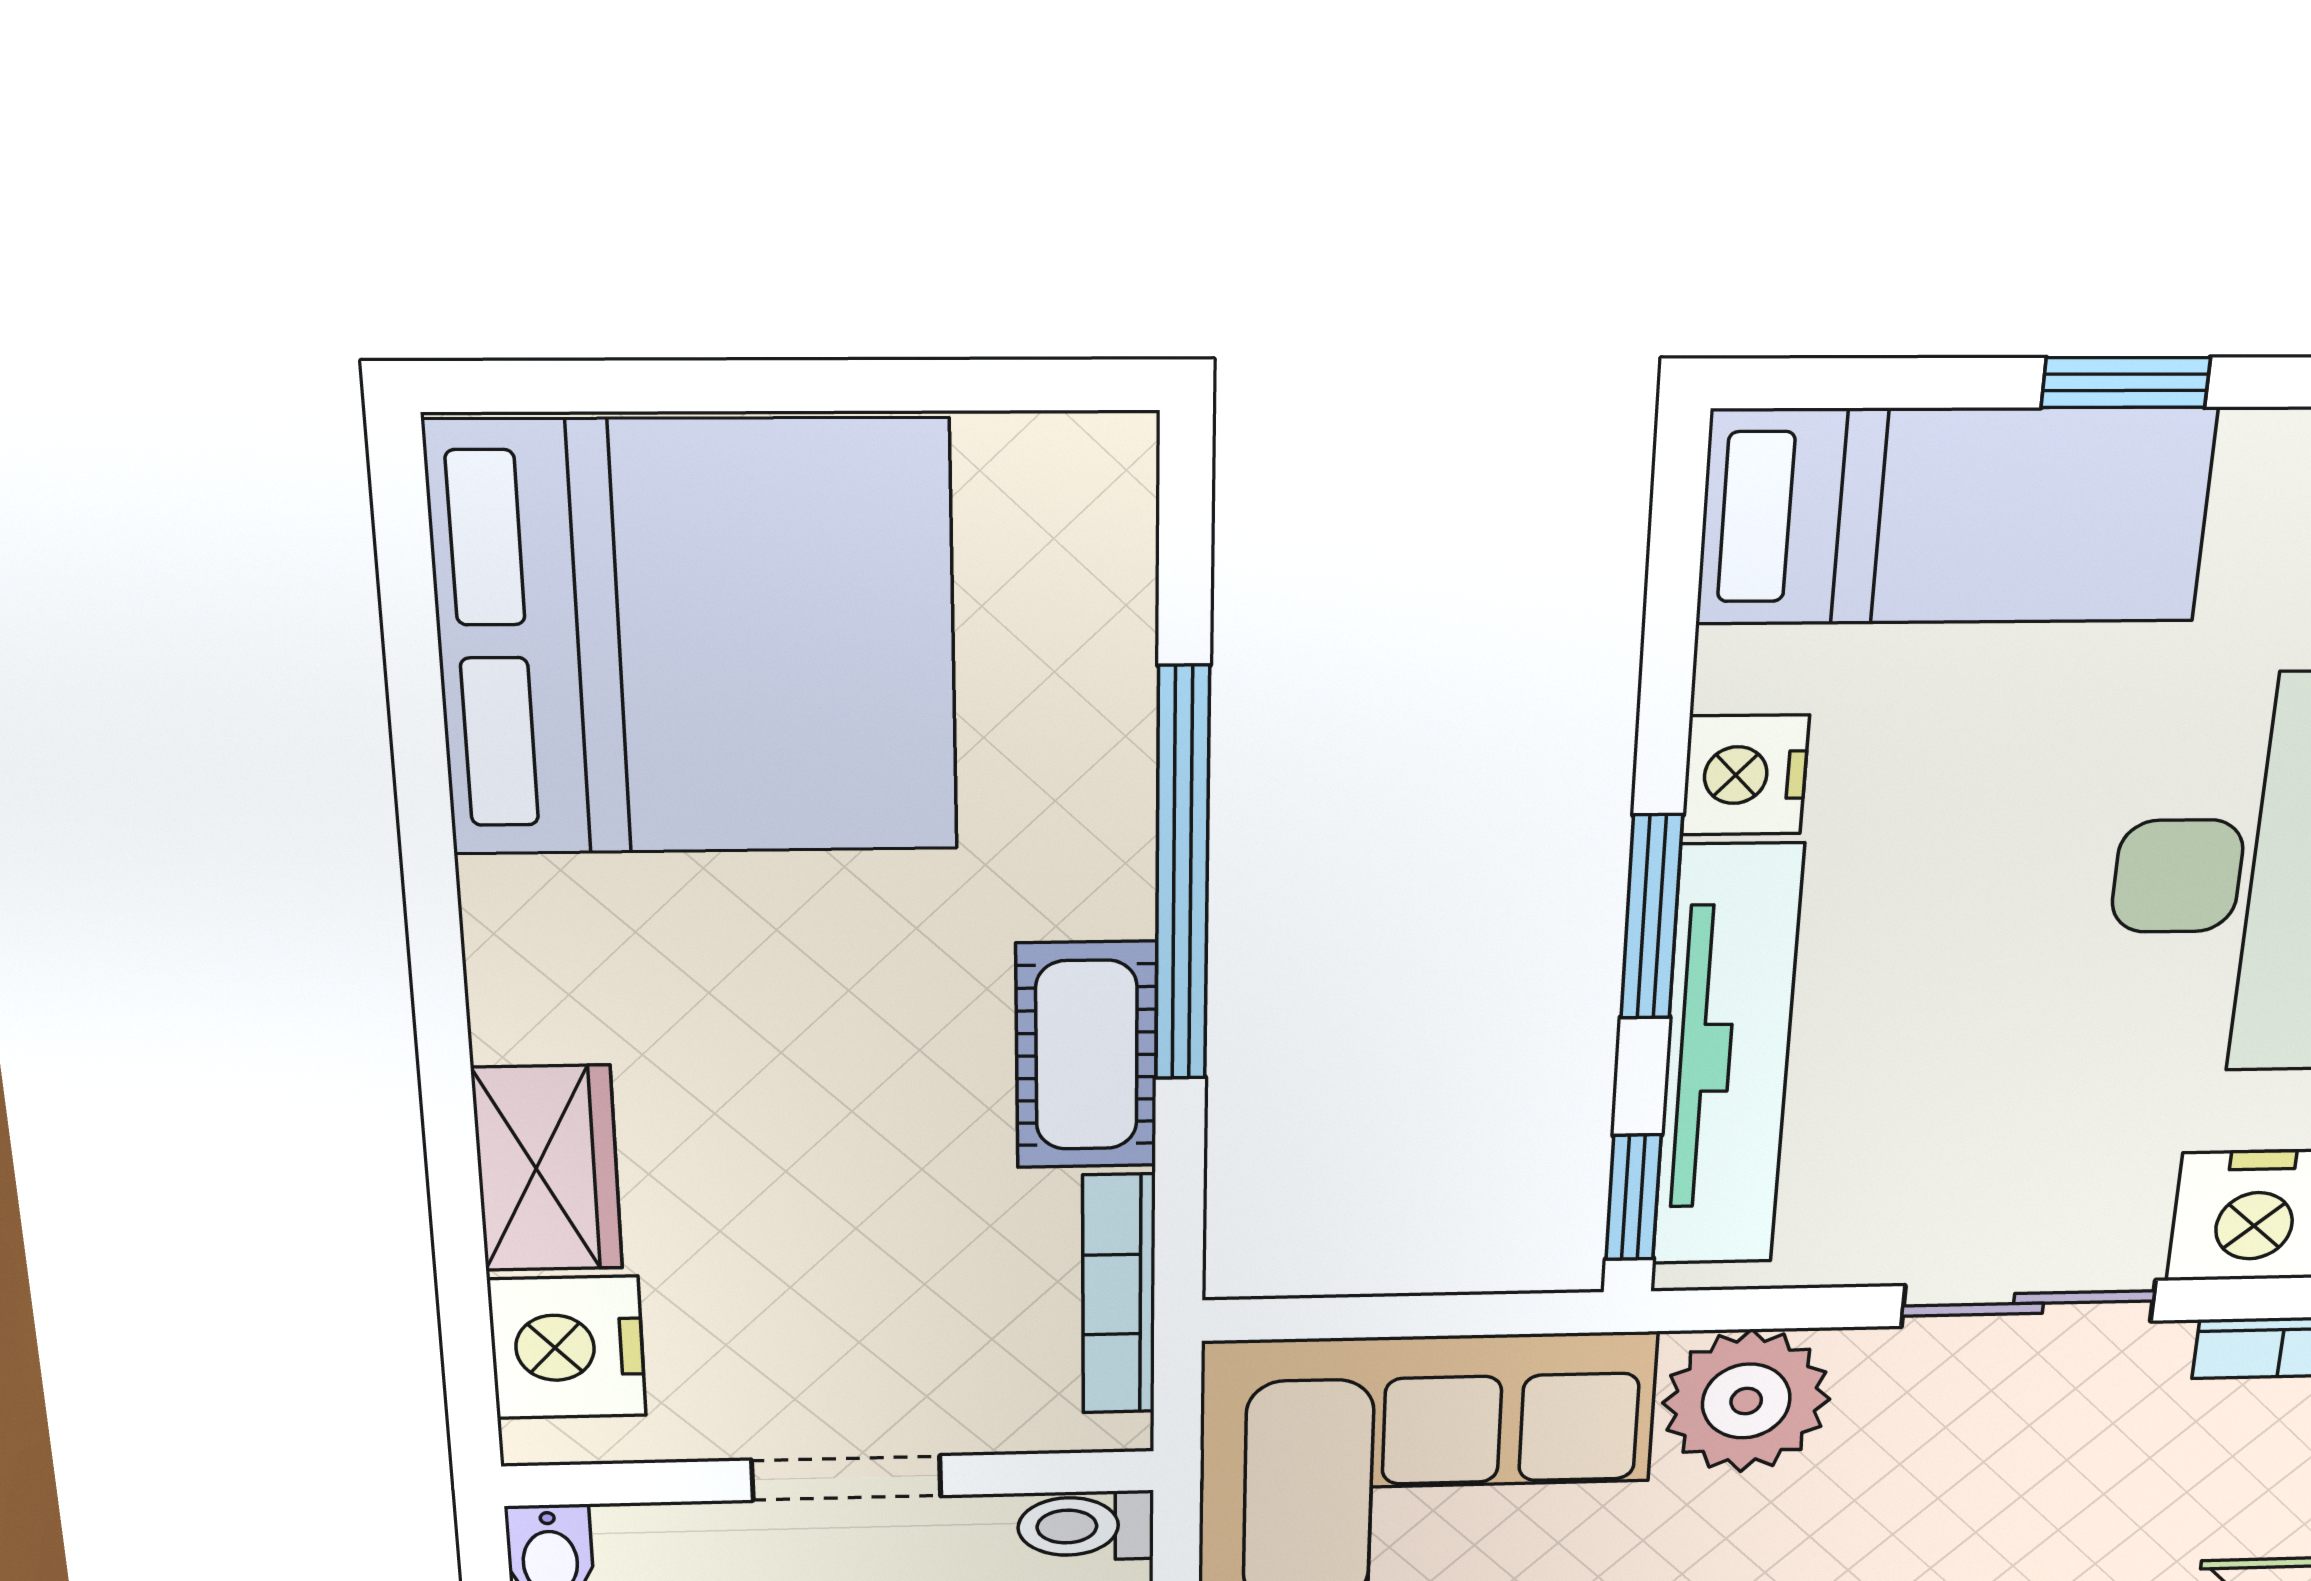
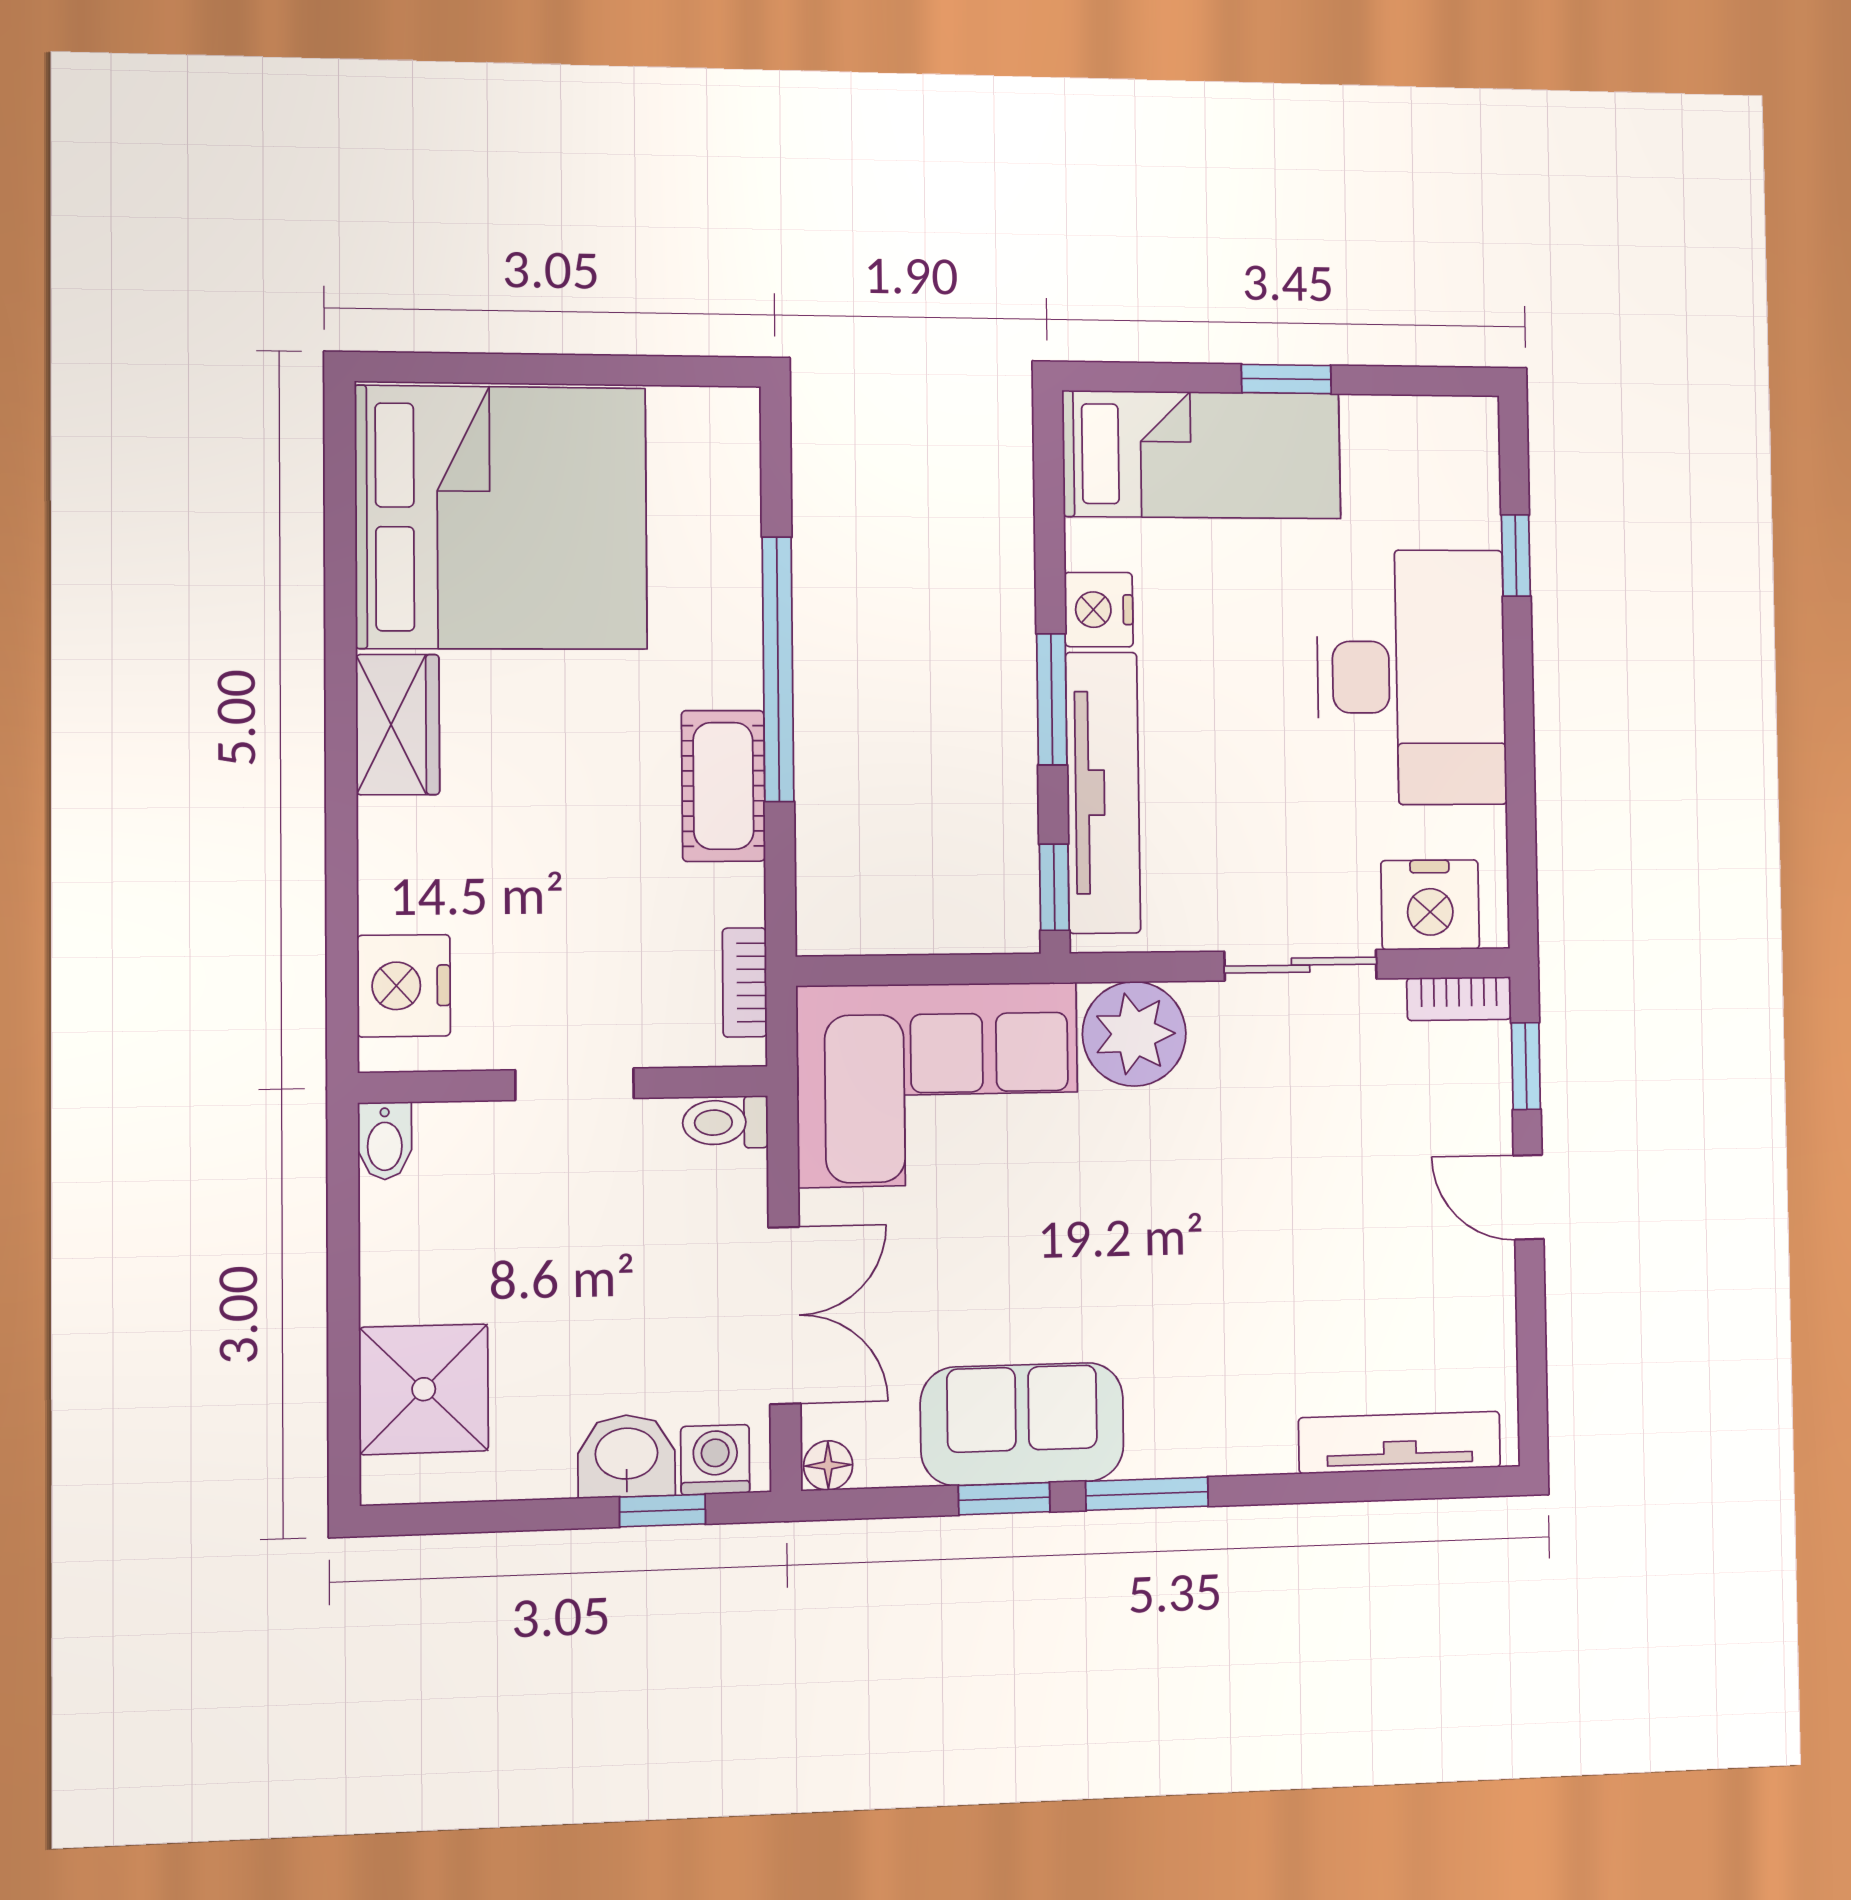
wardrobe: (547, 1169) -> (398, 725), moved
bookcase: (1119, 1295) -> (745, 982), width x0.64

